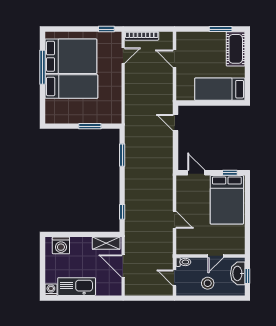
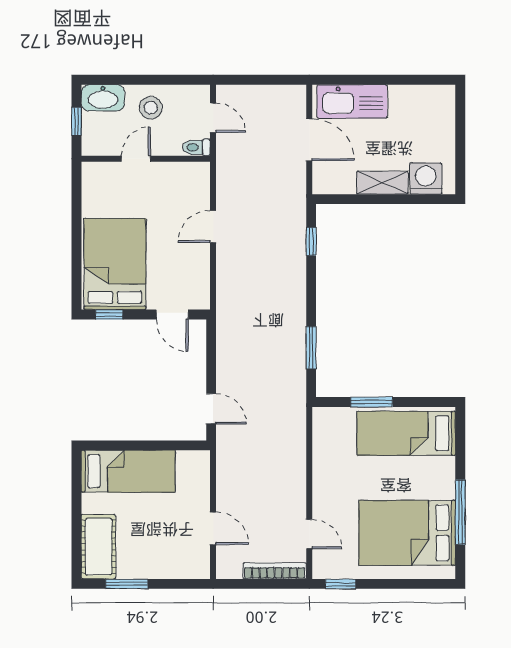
door: (123, 56) -> (309, 534), swing flipped
bed: (71, 86) -> (406, 433), moved
door: (174, 220) -> (213, 226), hinge flipped
shelving: (106, 243) -> (382, 183), moved
washbasin: (238, 273) -> (103, 98), moved, turned 90
kitchen sink: (77, 287) -> (352, 101), moved
washing machine: (51, 290) -> (444, 96), removed

